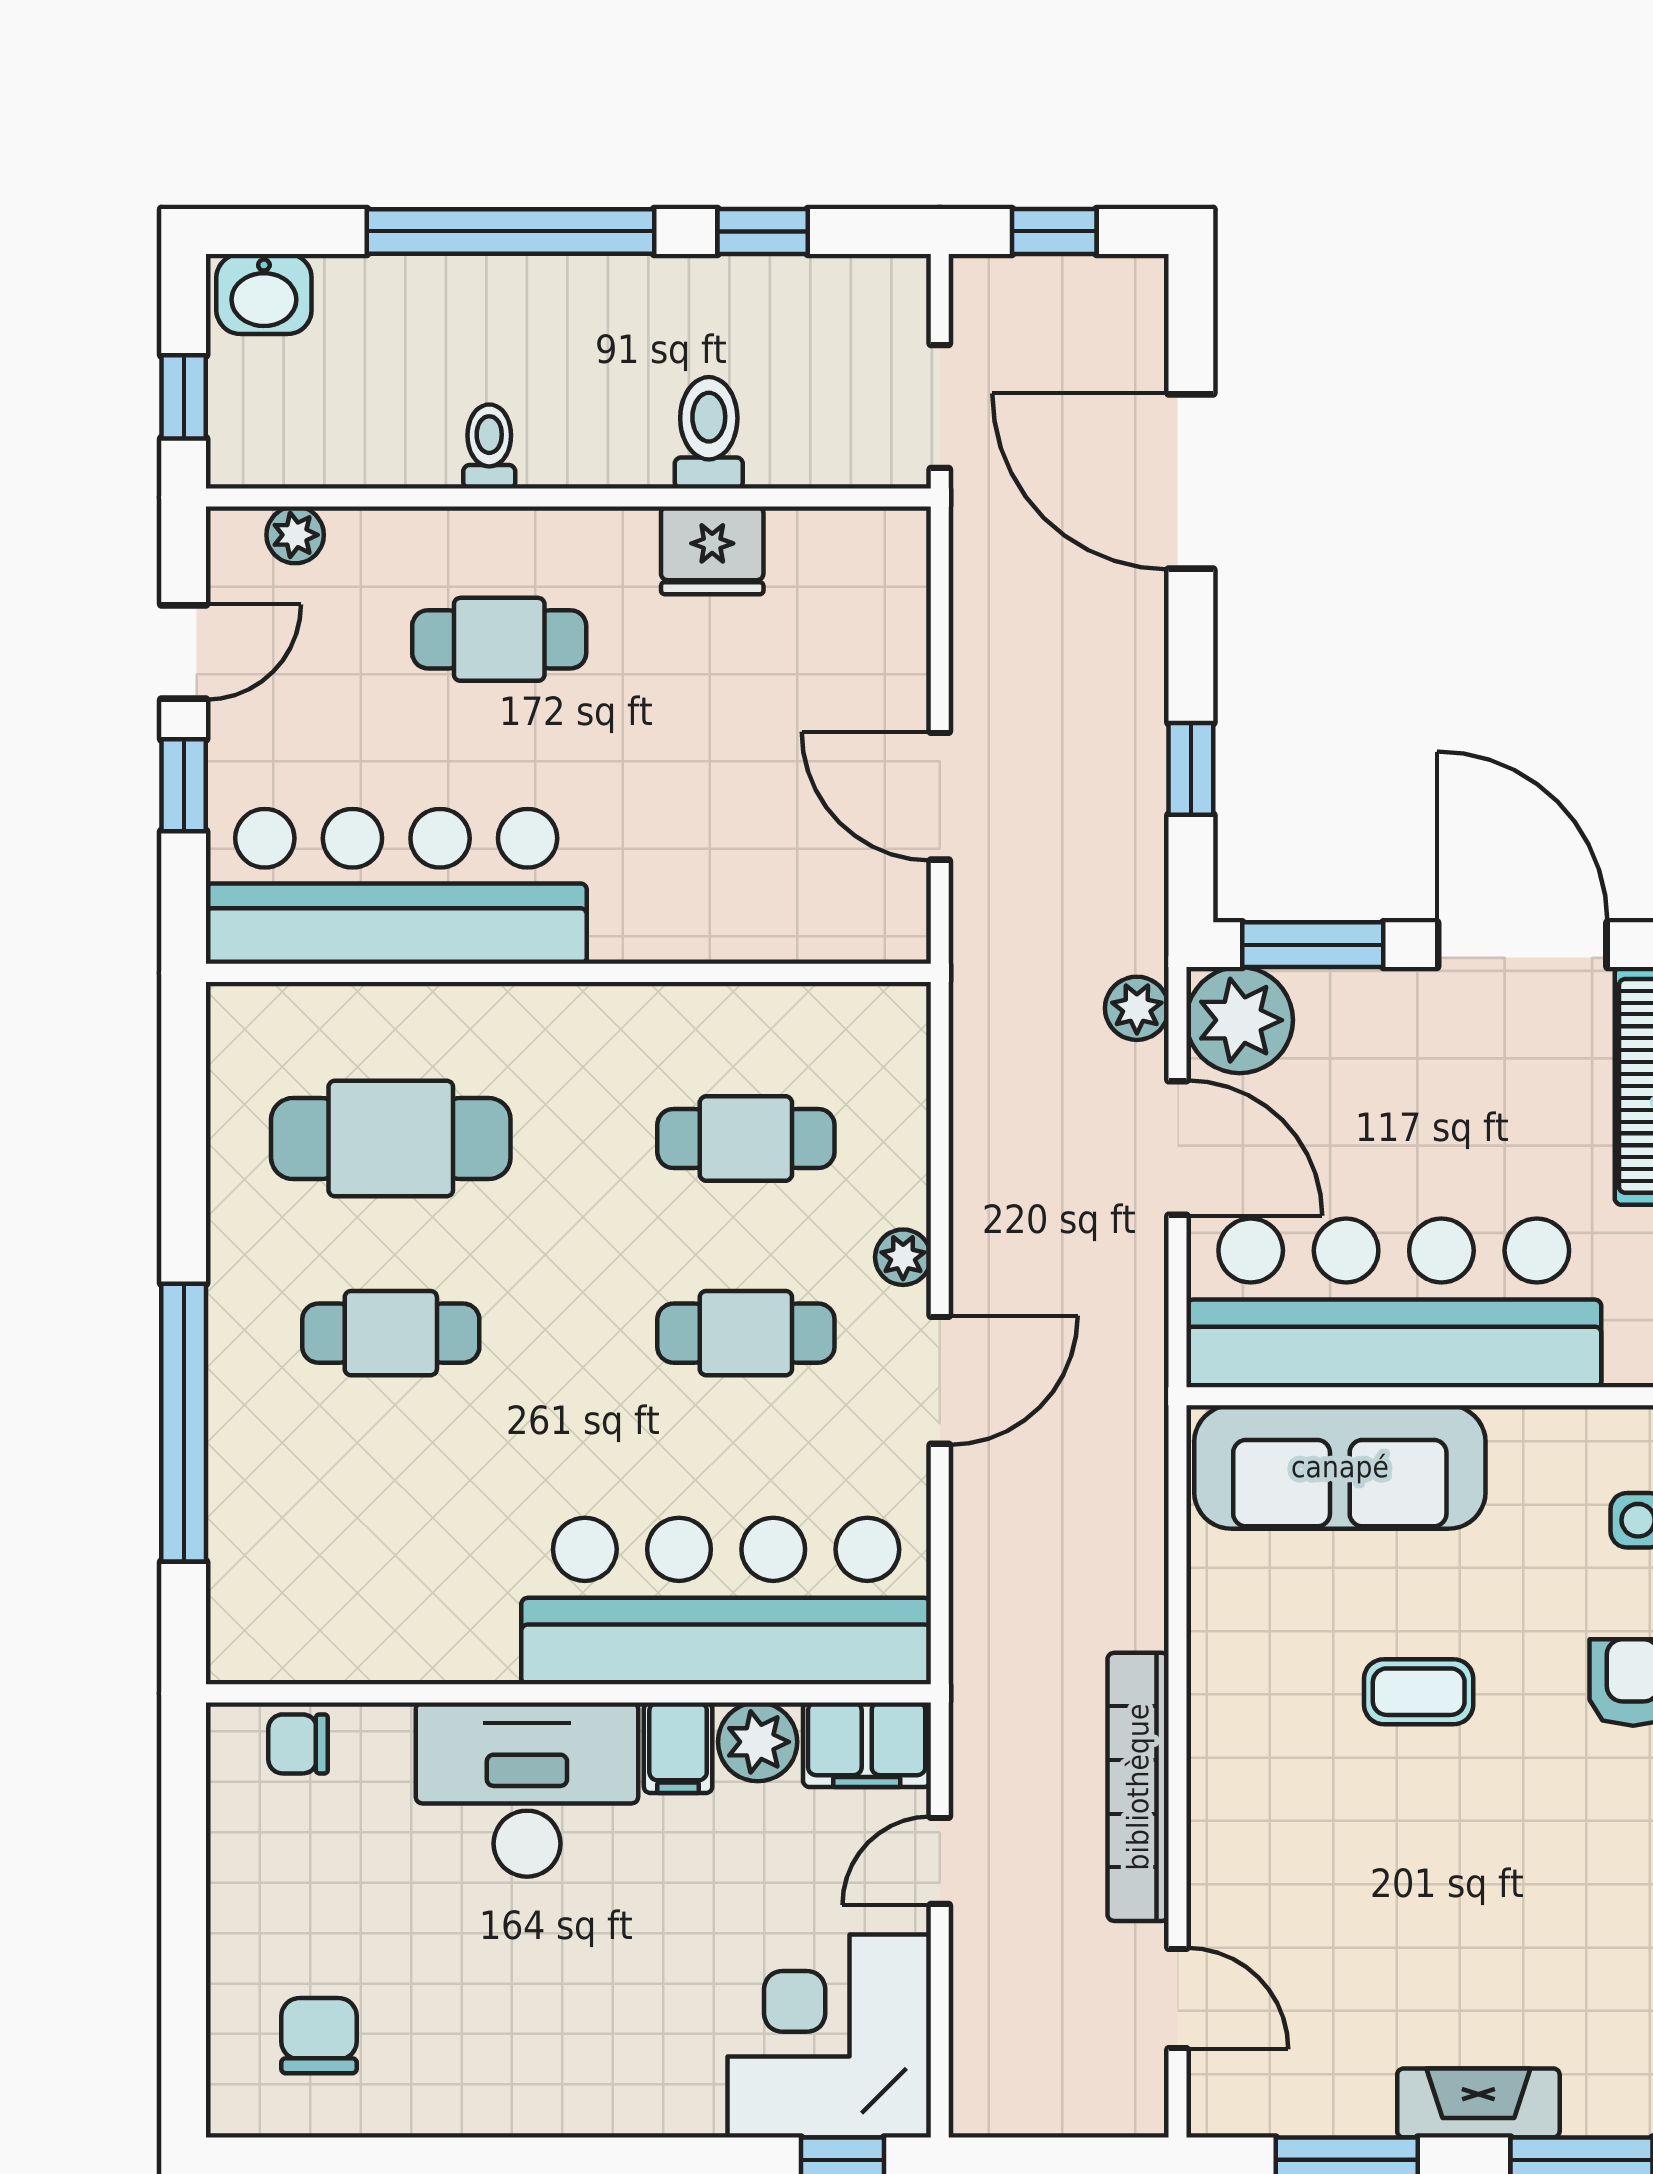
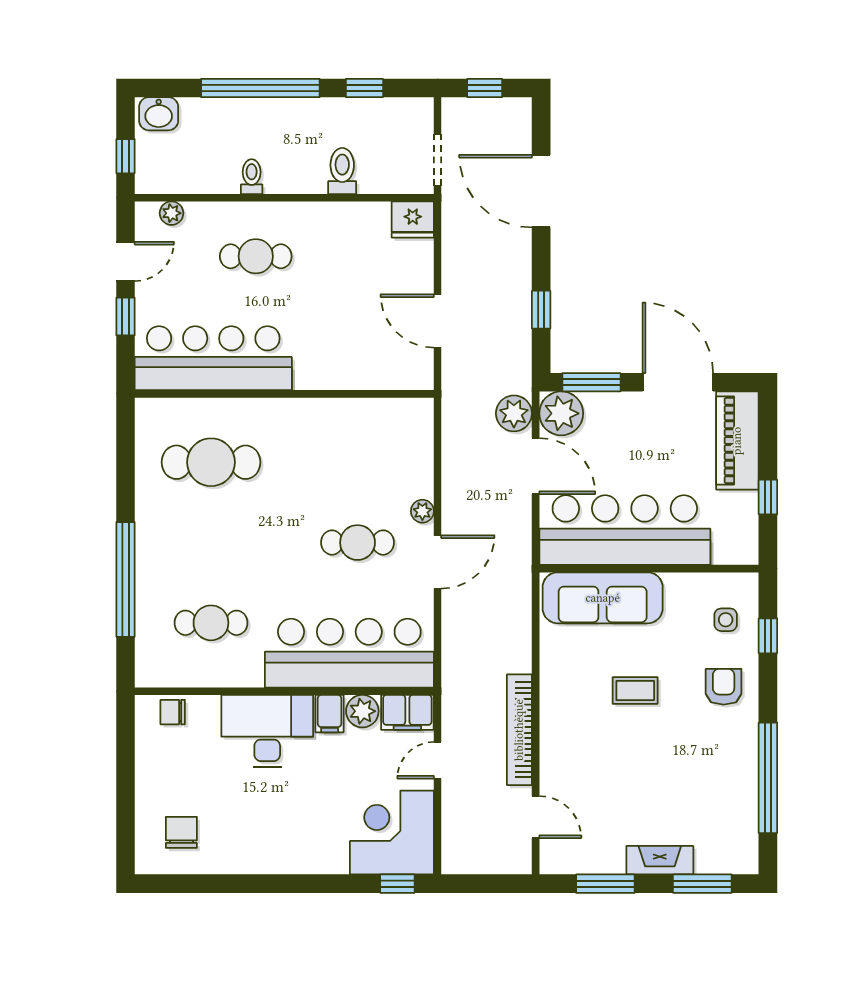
fridge: (712, 550) -> (413, 220), moved
plant: (1137, 1008) -> (514, 413), width x1.38, depth x1.38
cafe table: (746, 1139) -> (358, 462), removed
cafe table: (391, 1333) -> (211, 623), moved

